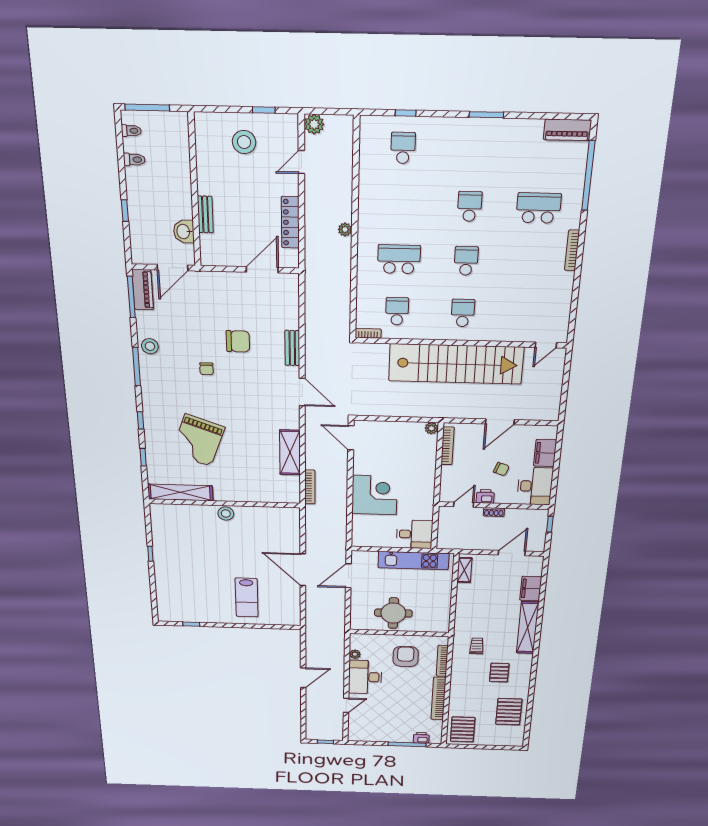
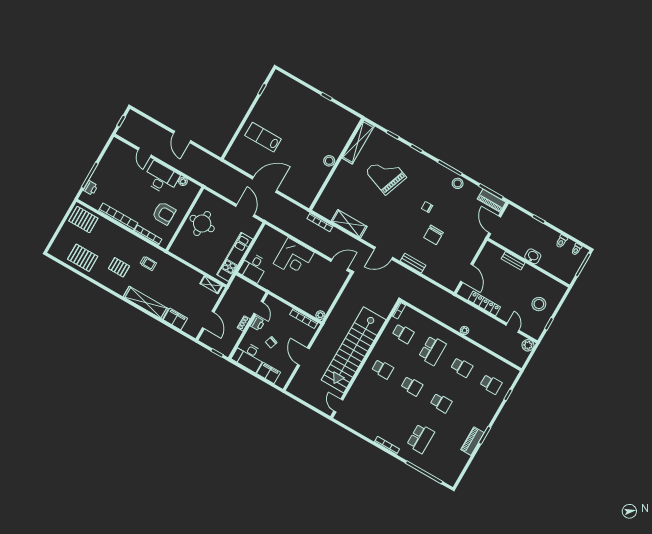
piano: (567, 130) -> (472, 441), moved
school desk: (401, 205) -> (462, 367), added
washbasin: (184, 232) -> (533, 256), moved

